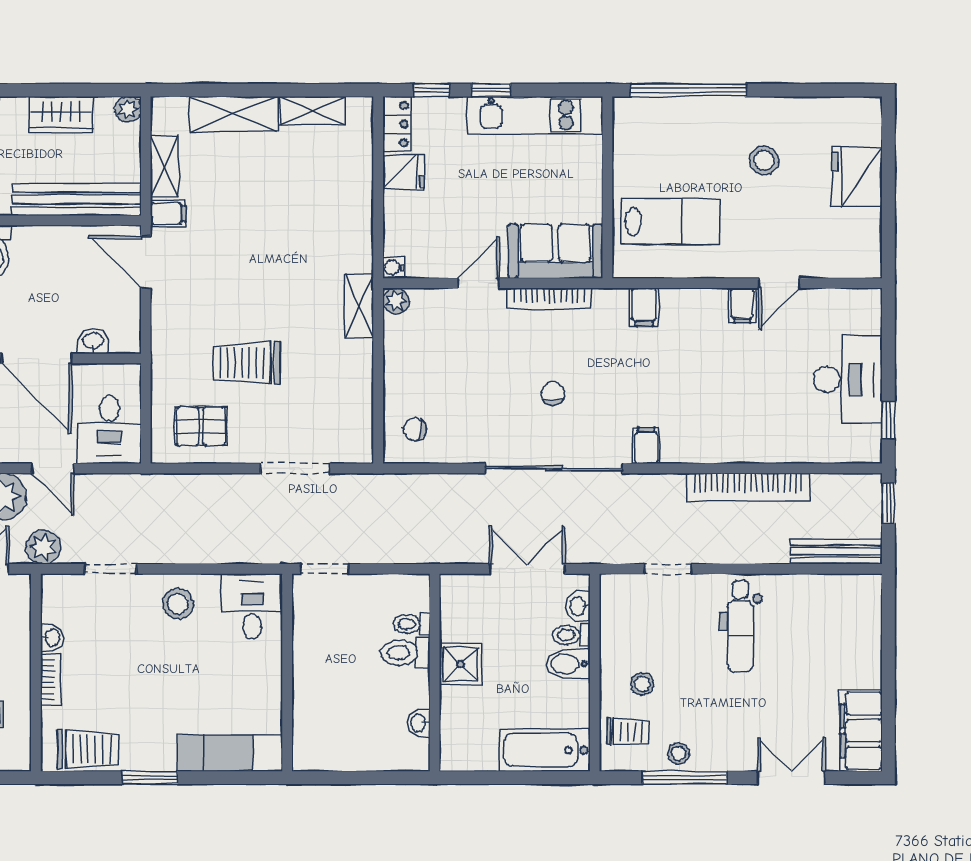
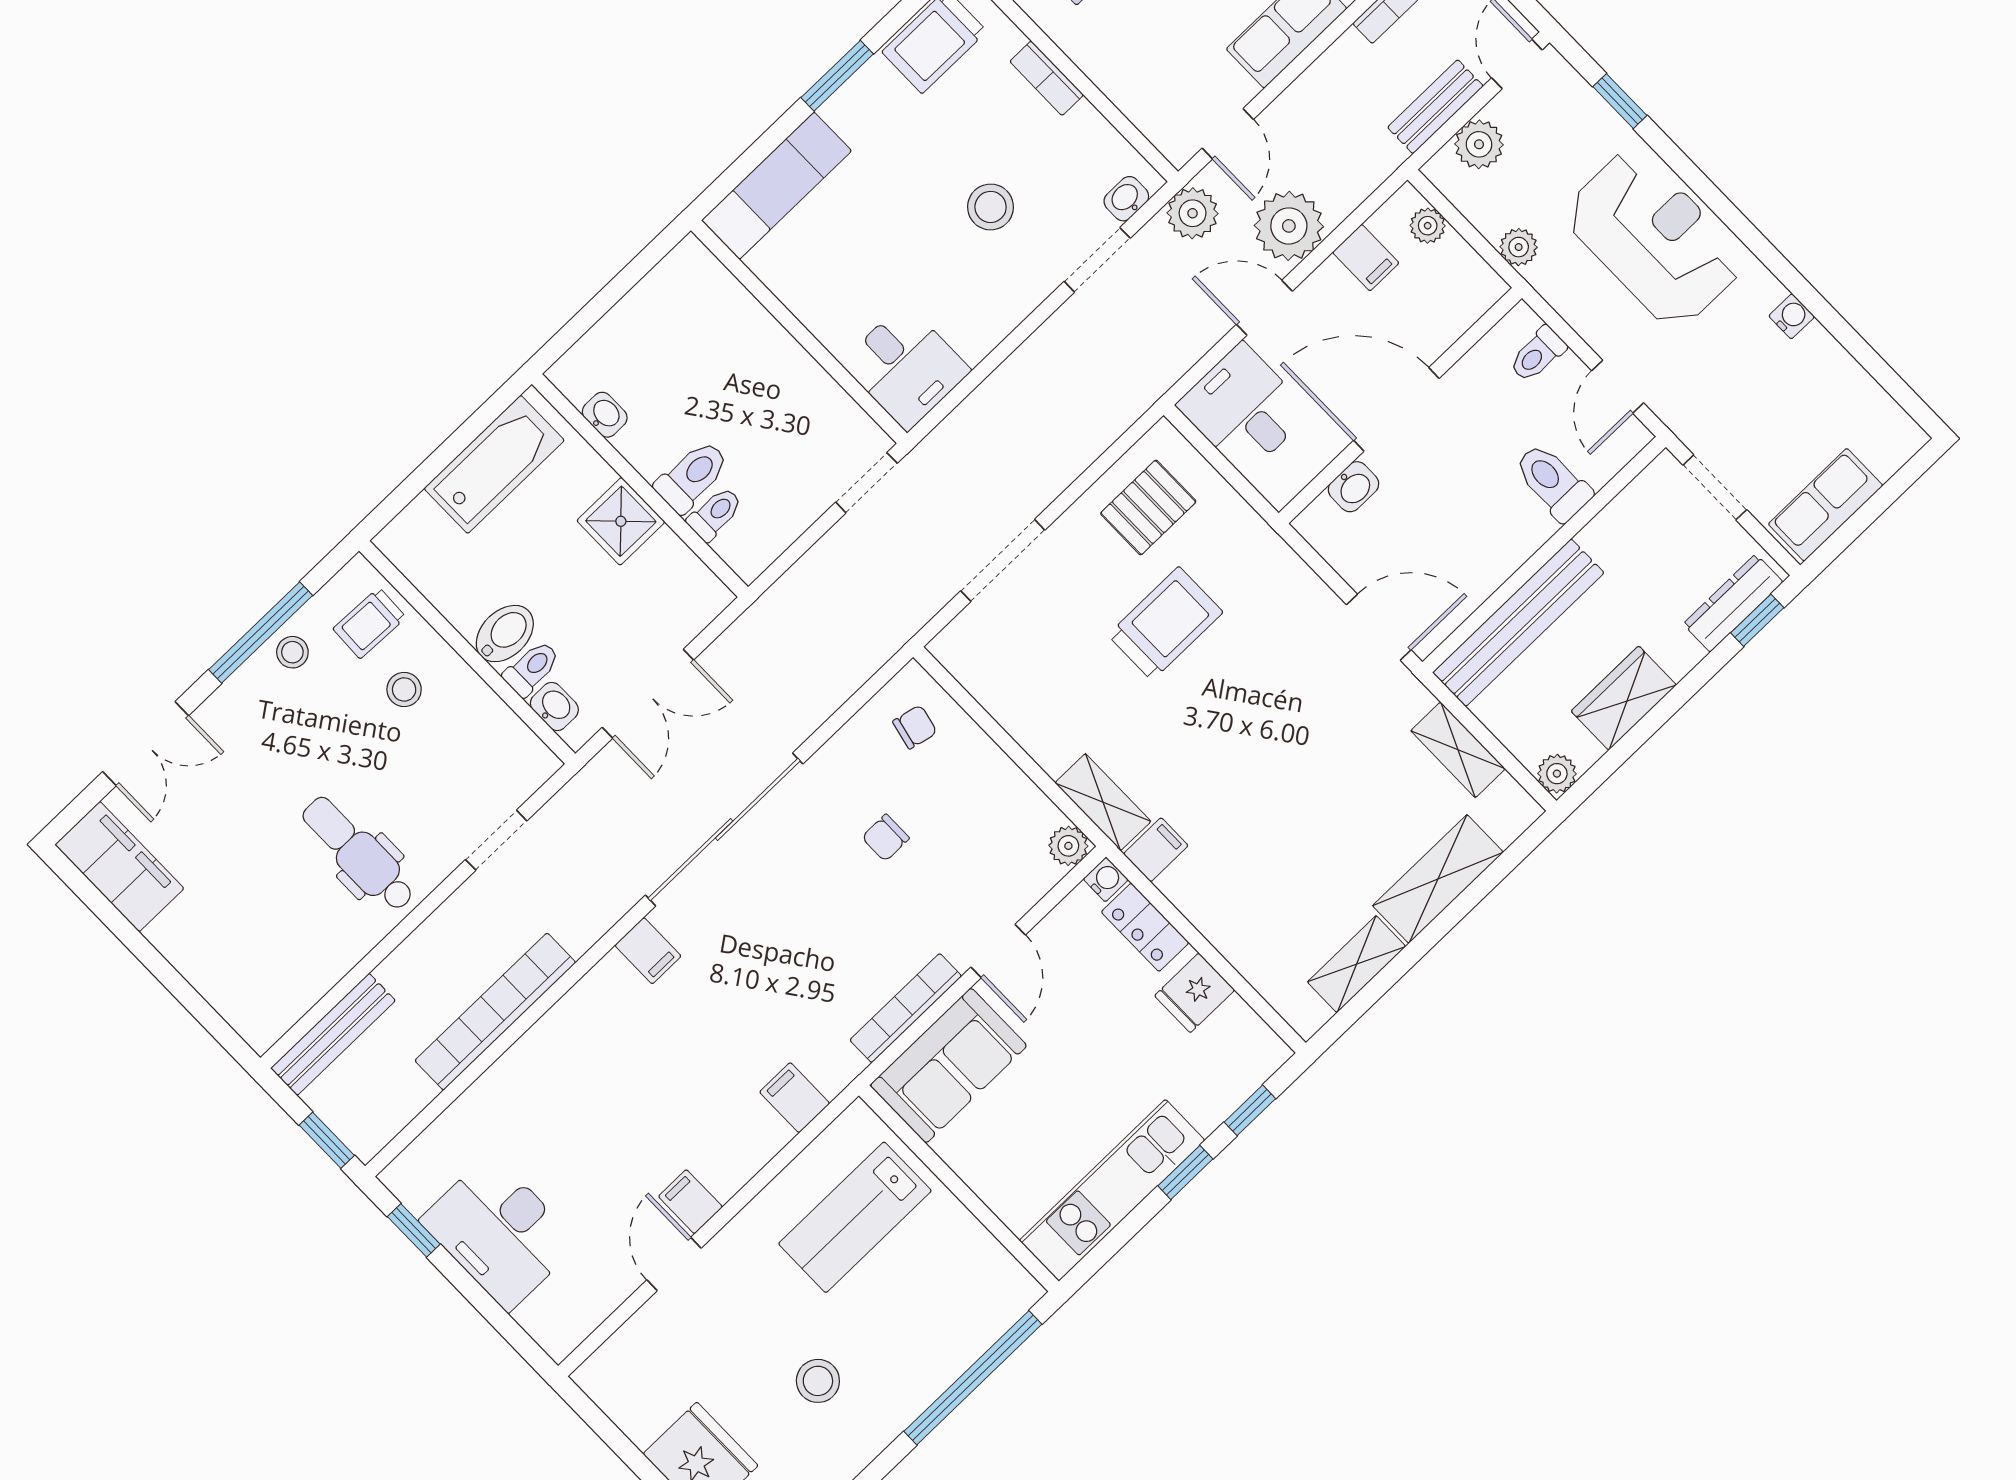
locker: (397, 124) -> (1145, 927), moved
filing cabinet: (168, 214) -> (1156, 850), moved, turned 180
chair: (553, 393) -> (886, 838), moved, turned 90
stool: (178, 604) -> (991, 207), moved
washbasin: (52, 638) -> (1126, 199), moved, turned 90
bathtub: (545, 750) -> (494, 464), moved

